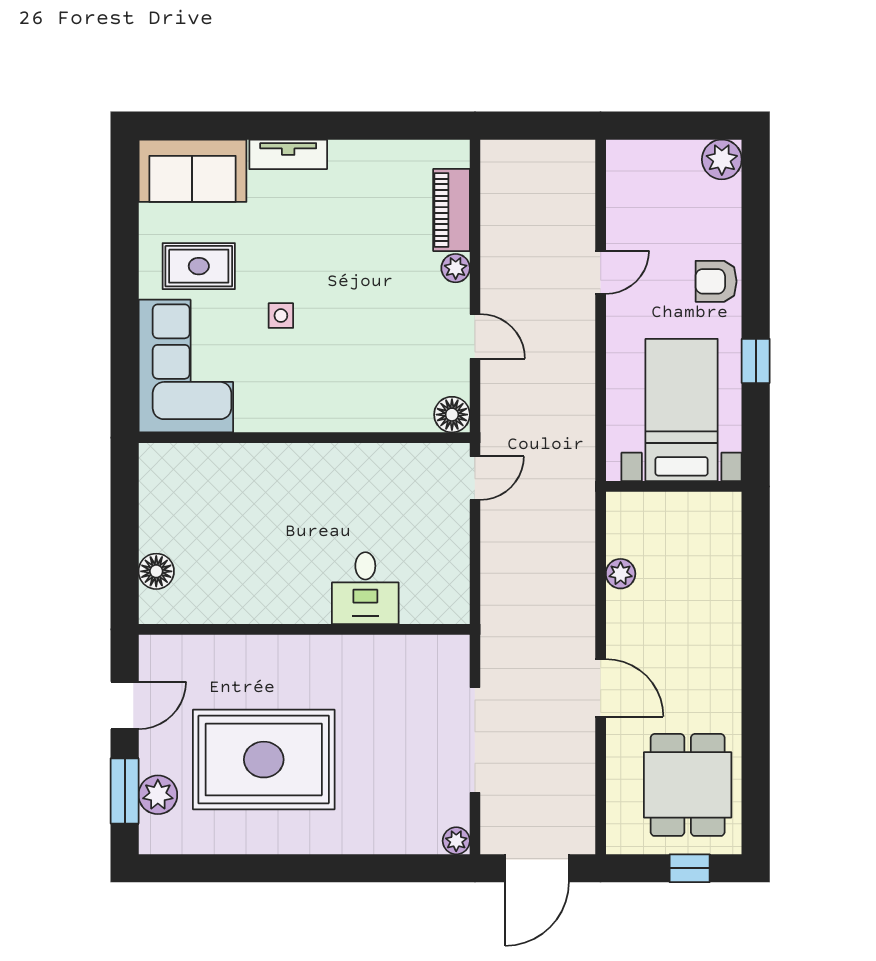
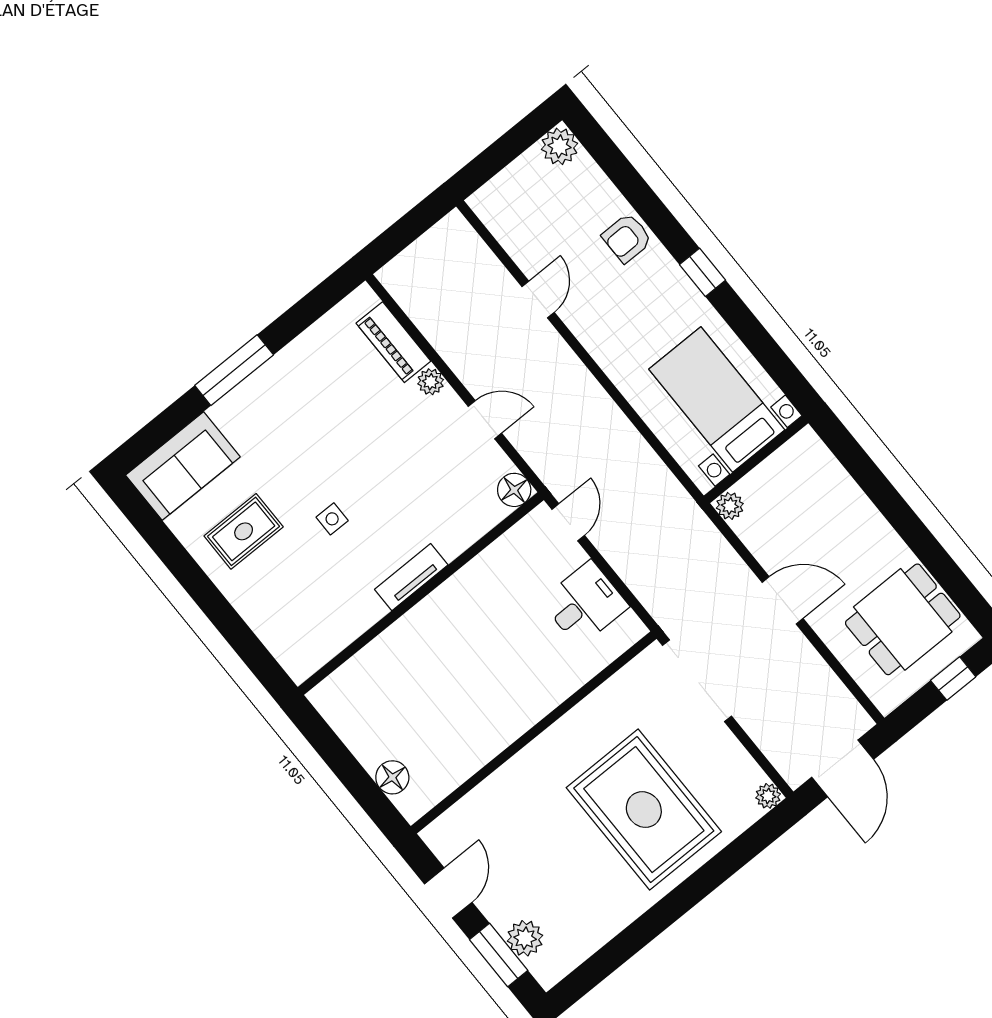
window: (300, 126) -> (234, 370), added
tv unit: (288, 154) -> (411, 577), moved, turned 180
corner sofa: (186, 366) -> (293, 611), removed
bed with nightstands: (682, 410) -> (717, 399), moved
wall: (674, 486) -> (756, 459), moved
desk: (365, 588) -> (585, 604), moved, turned -90
doorway: (475, 740) -> (697, 681), moved
rug: (264, 760) -> (644, 810), moved, turned 90
dining table: (688, 785) -> (903, 619), turned 90

